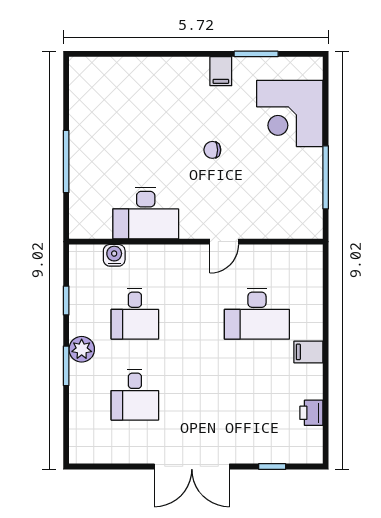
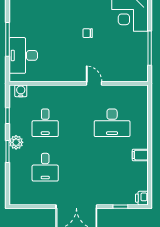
desk: (146, 213) -> (23, 55), moved, turned 90
door: (224, 242) -> (94, 83), swing flipped
water cooler: (114, 255) -> (21, 91), moved
filing cabinet: (308, 352) -> (140, 155), moved
printer: (311, 413) -> (142, 198), moved

